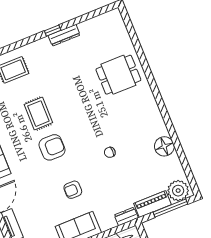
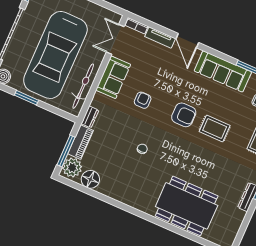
dining table: (118, 75) -> (187, 206), width x1.88, depth x1.24
floor lamp: (164, 146) -> (90, 179), moved
armchair: (52, 147) -> (184, 115), turned -90

